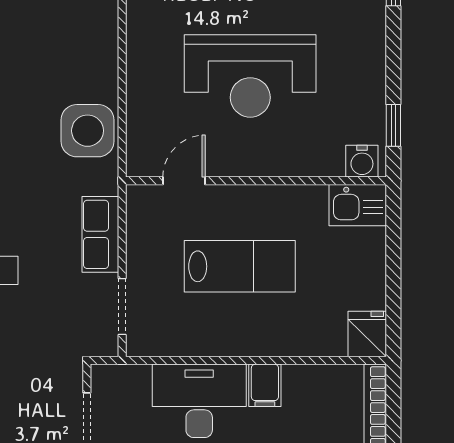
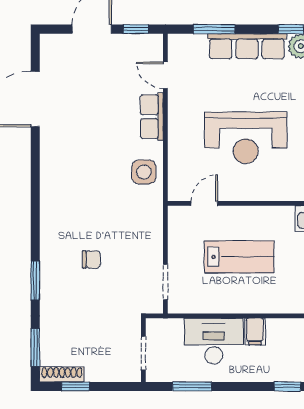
side table: (88, 131) -> (144, 172), width x0.73, depth x0.73
row of seats: (100, 234) -> (152, 117), moved

